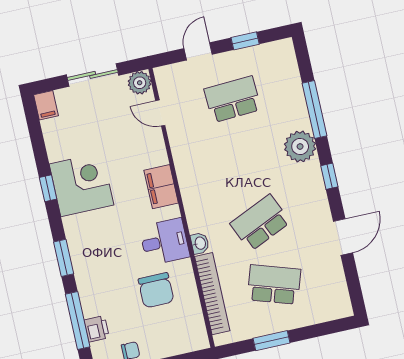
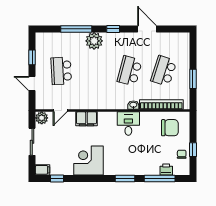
filing cabinet: (161, 187) -> (86, 119), moved
window: (48, 188) -> (57, 179), moved
school desk: (260, 223) -> (130, 71), turned 39
chair: (156, 290) -> (170, 128), moved

